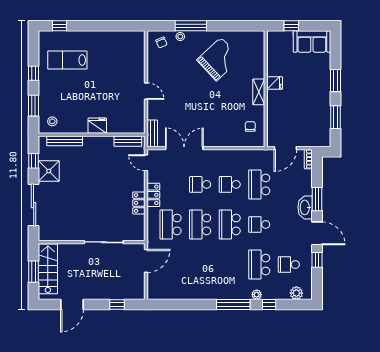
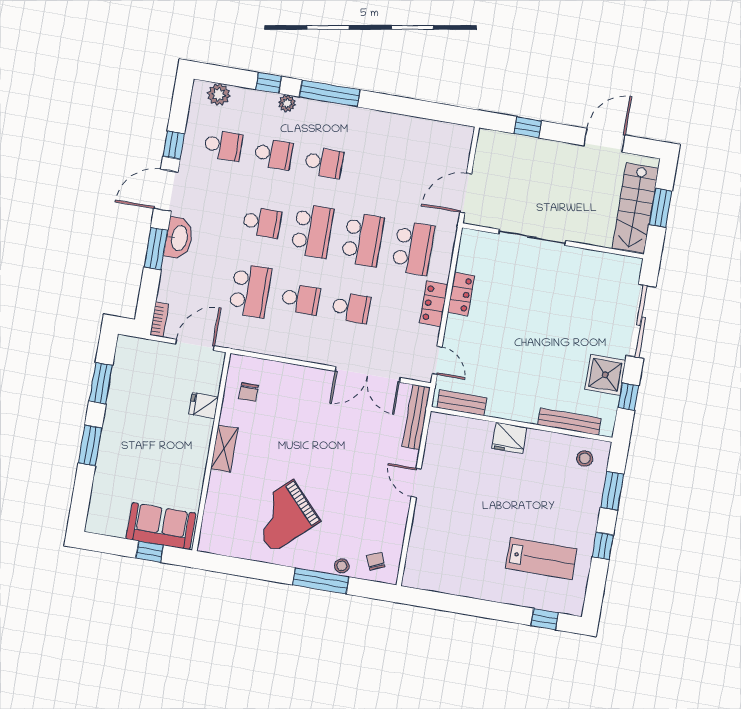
sofa: (312, 42) -> (161, 526), moved
fridge: (275, 83) -> (204, 406), moved
bench: (152, 133) -> (416, 417), width x1.36
door: (317, 233) -> (166, 190), hinge flipped
school desk: (230, 265) -> (324, 163), added
school desk: (259, 265) -> (274, 154), width x0.54

